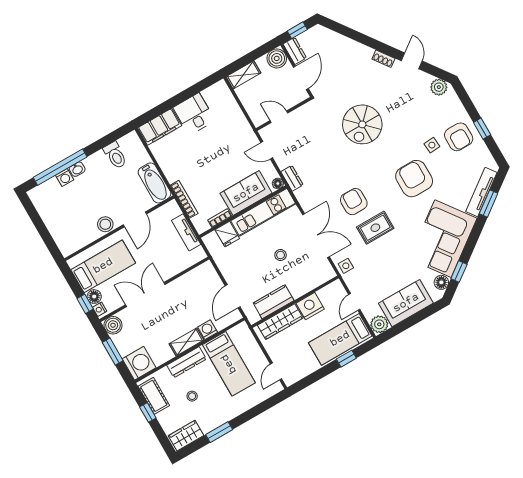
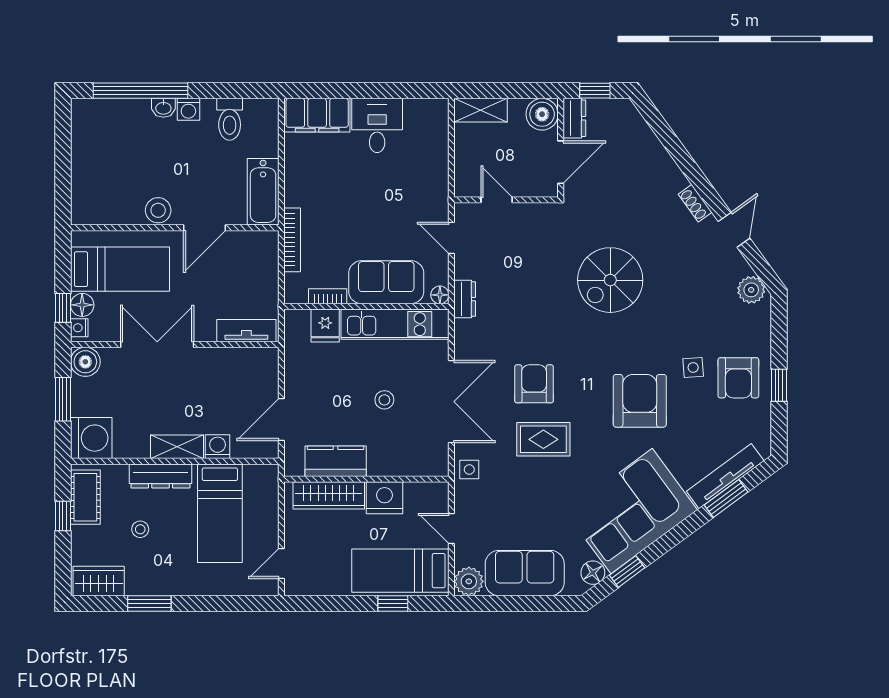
washing machine: (65, 178) -> (188, 109), moved
tv unit: (186, 232) -> (246, 331), moved, turned 90
door: (354, 302) -> (451, 529), hinge flipped

